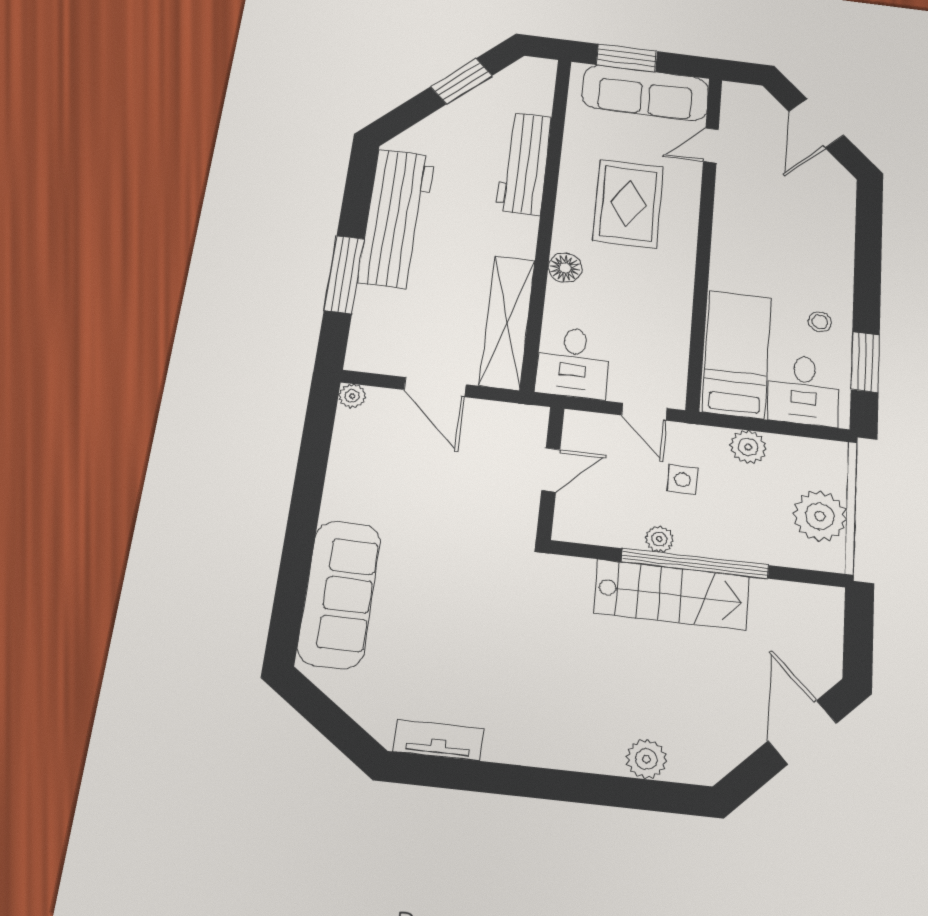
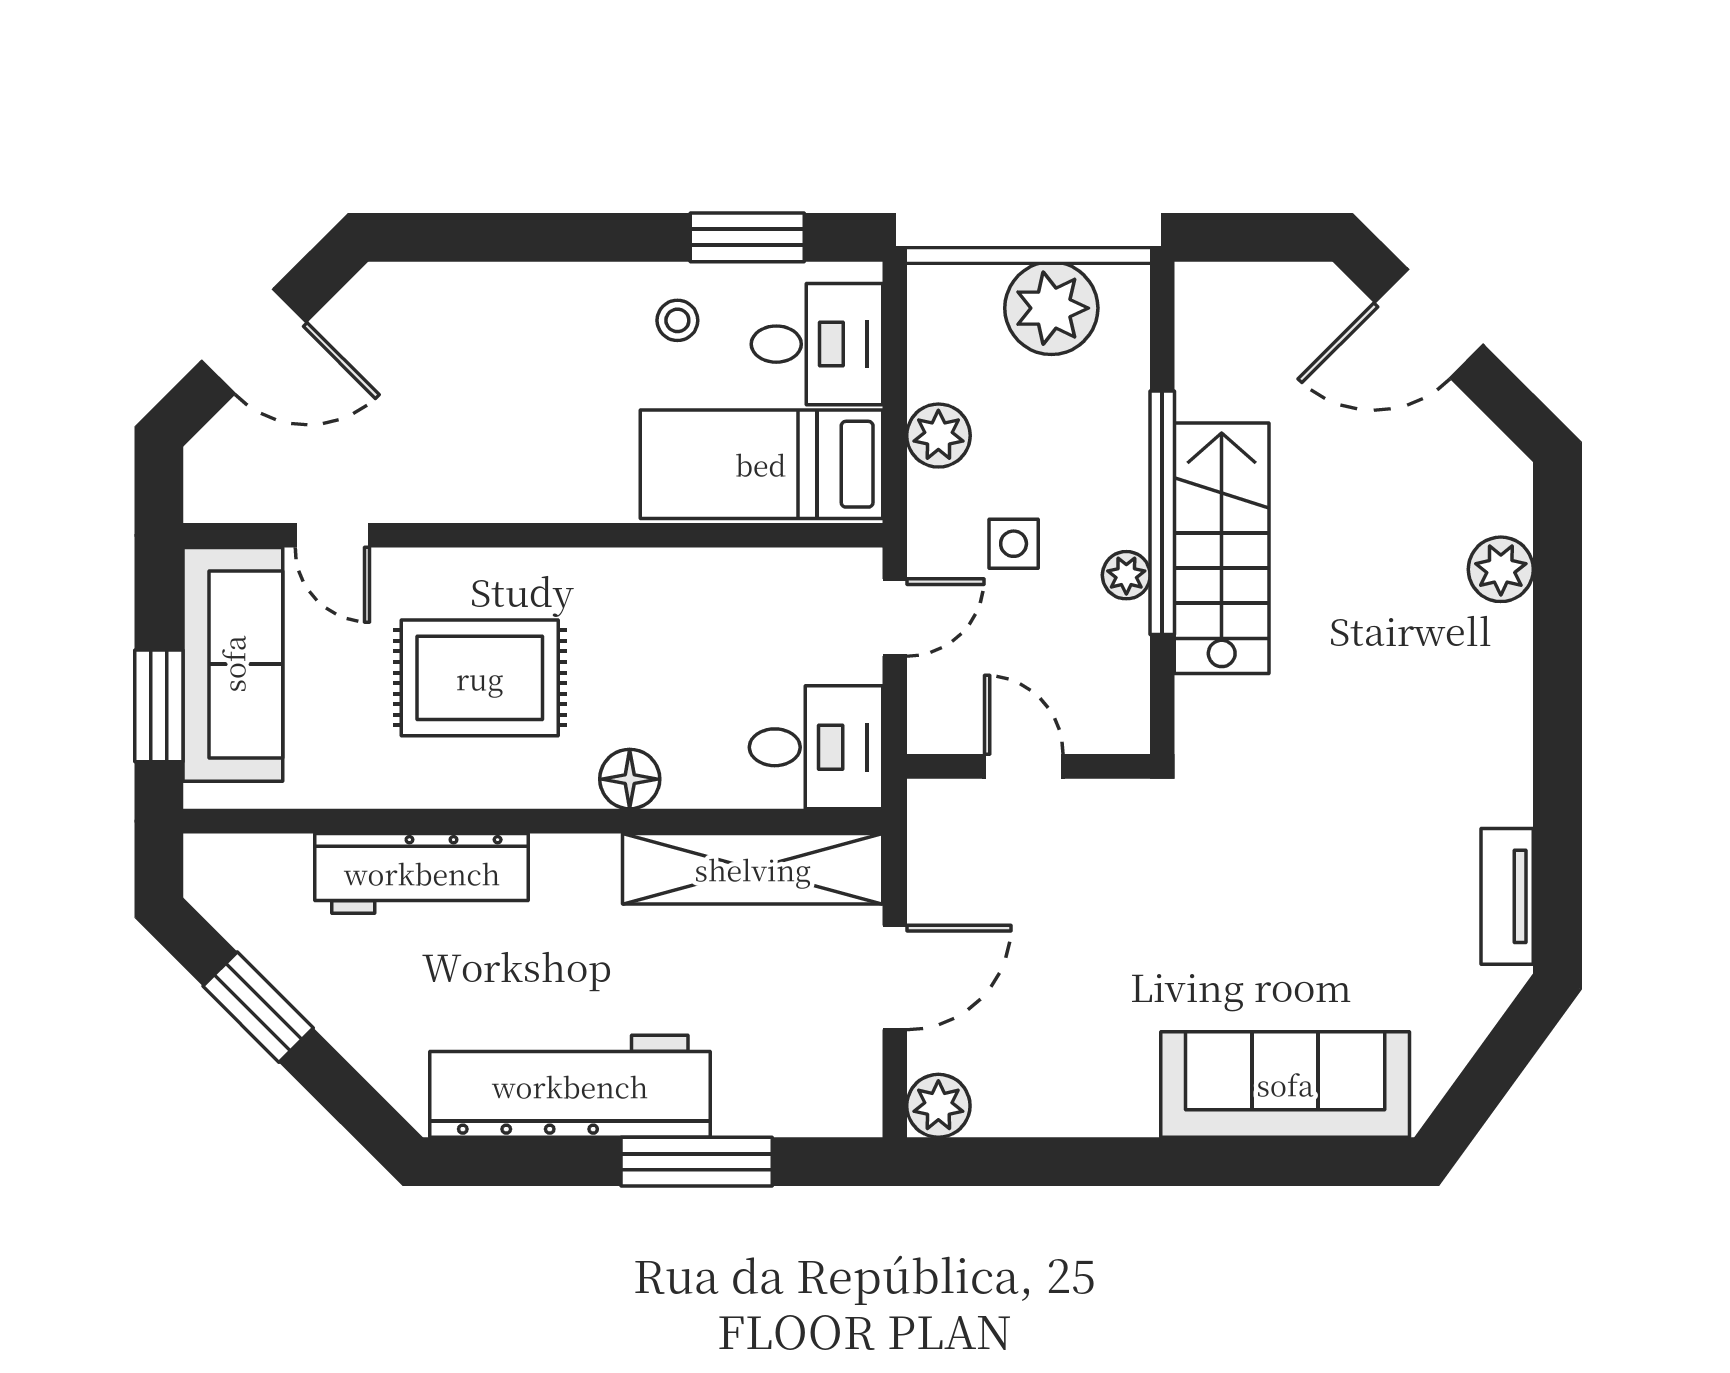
plant: (352, 396) -> (938, 1106), width x1.38, depth x1.38

